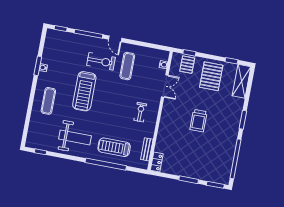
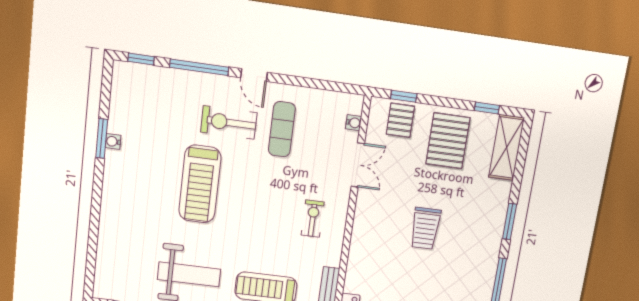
exercise bike: (101, 61) -> (229, 122), turned 180
exercise mat: (48, 101) -> (130, 207), removed

